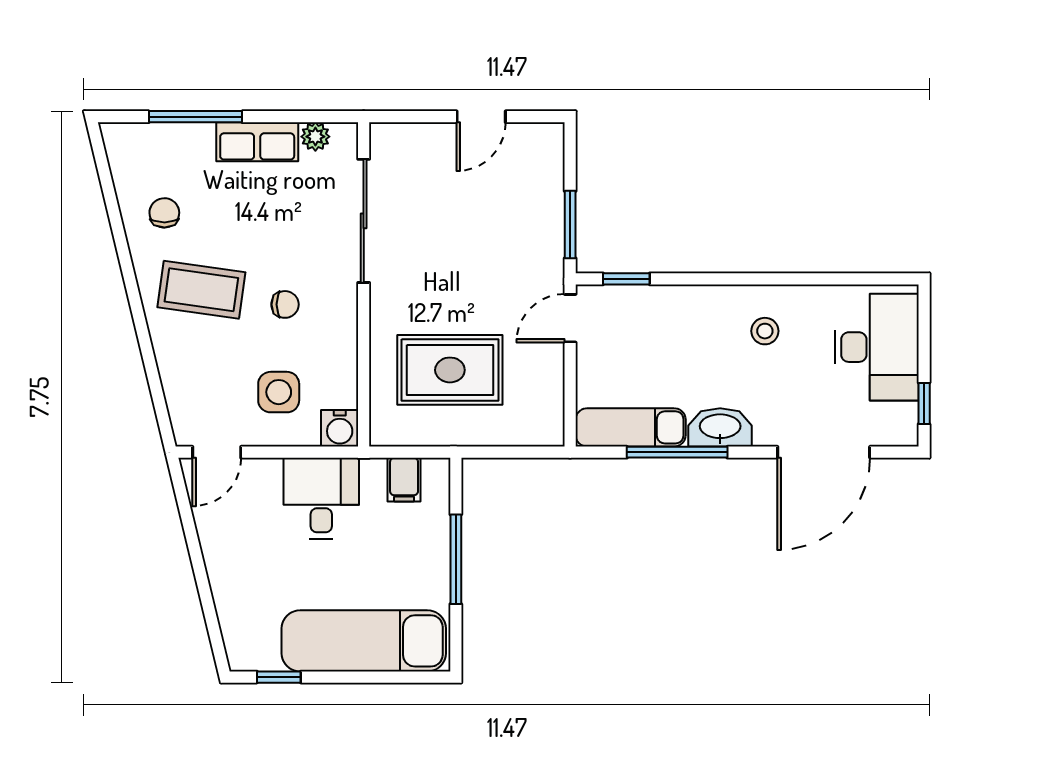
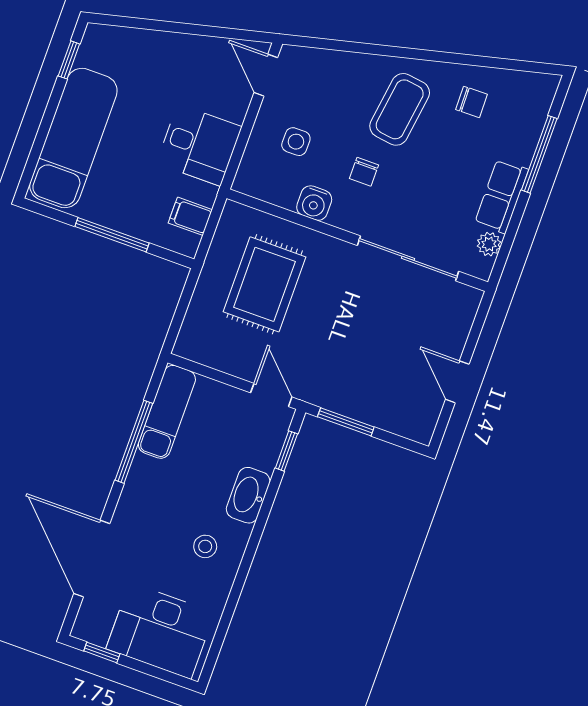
side table: (279, 392) -> (296, 142), width x0.73, depth x0.73
washbasin: (720, 427) -> (248, 495), moved, turned 180
water cooler: (340, 428) -> (314, 203), moved, turned -90

